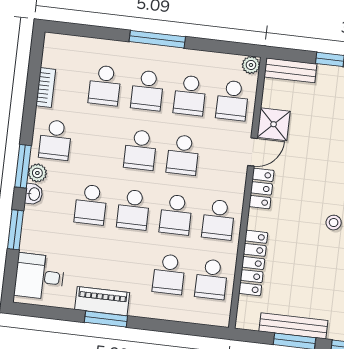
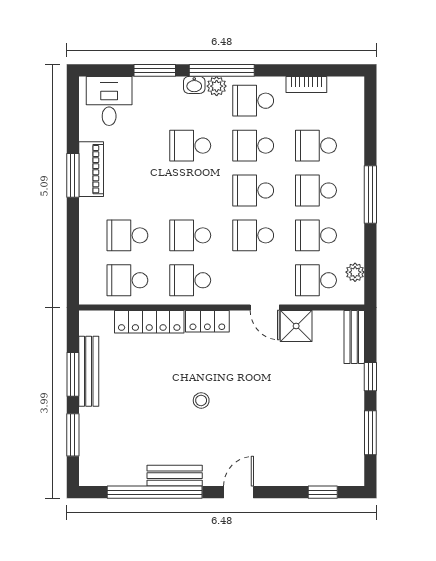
plant: (251, 65) -> (355, 272), moved
window: (23, 166) -> (222, 70), width x1.44
locker: (261, 188) -> (207, 321), moved
school desk: (133, 210) -> (253, 146), moved

